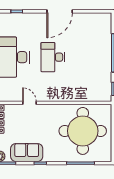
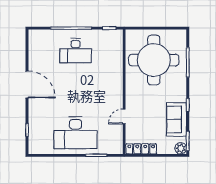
desk: (53, 57) -> (76, 51), moved

